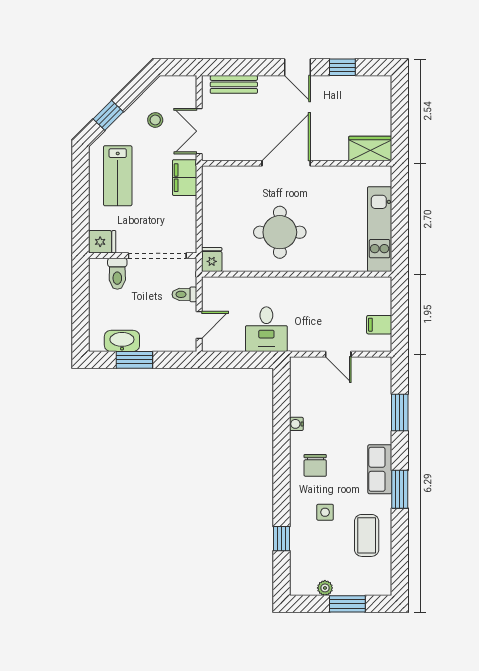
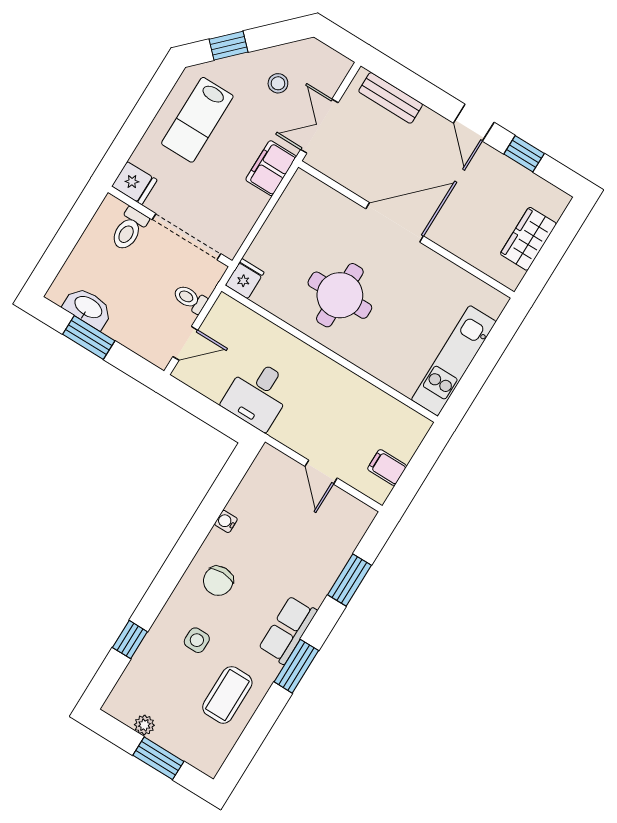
wardrobe: (370, 148) -> (528, 239), moved, turned -90

